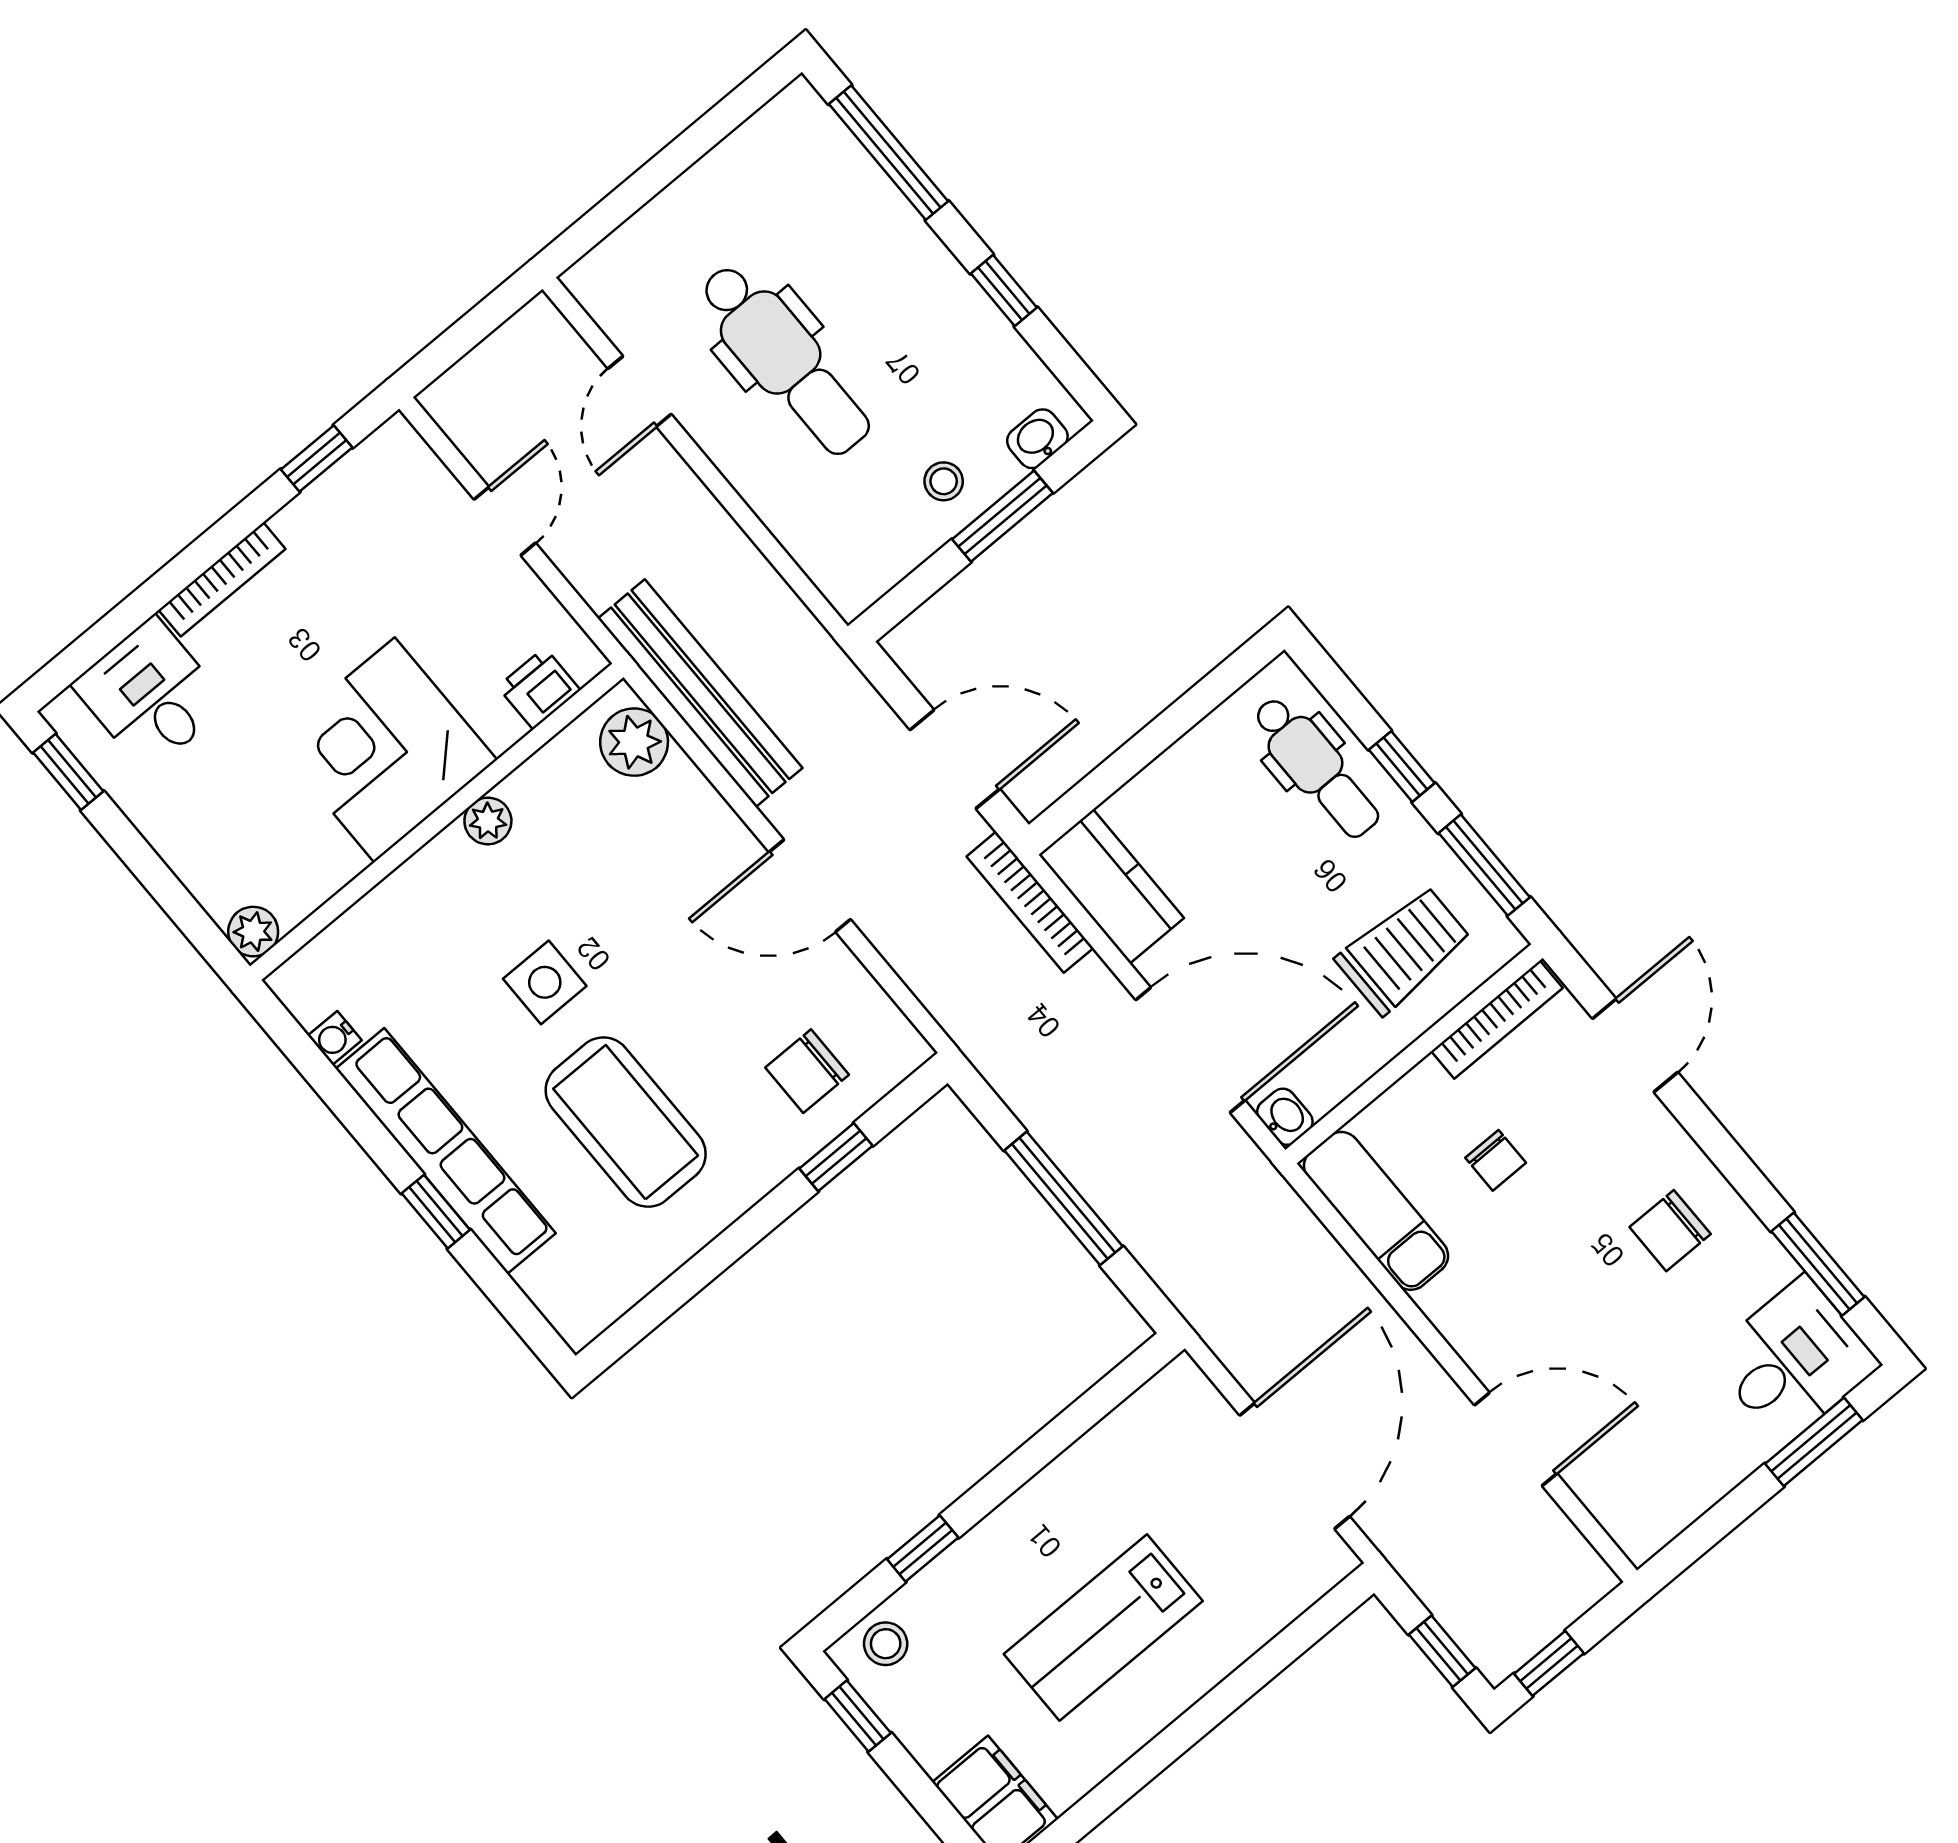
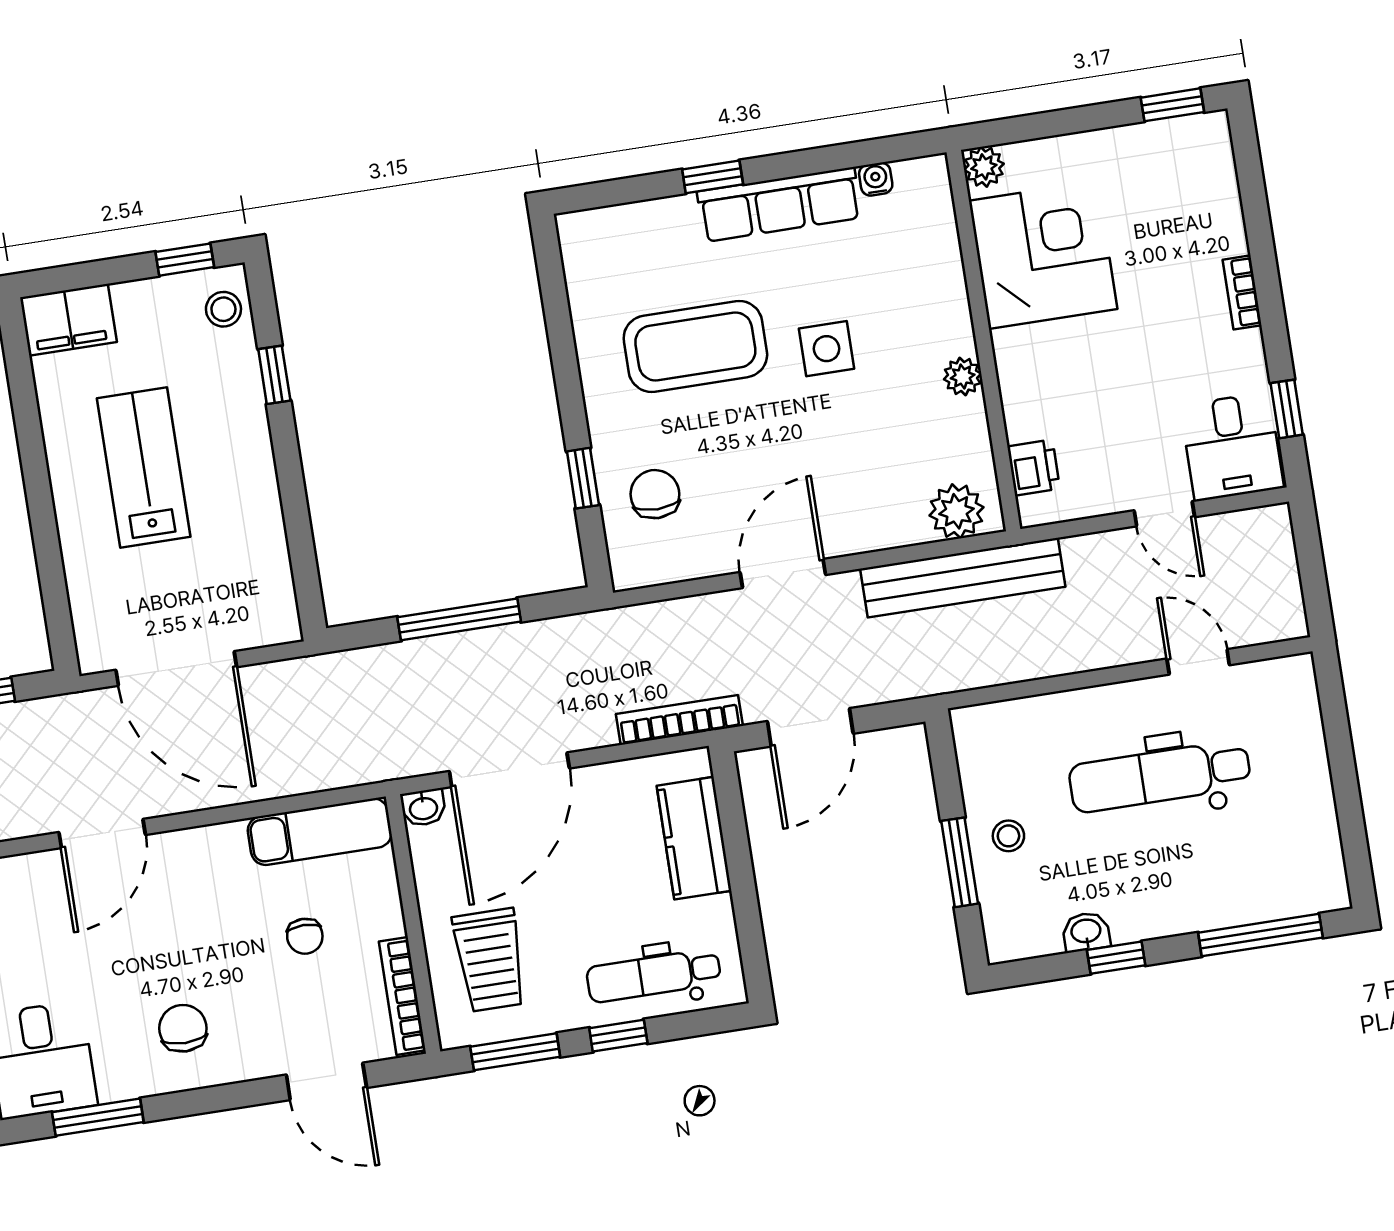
washbasin: (1037, 439) -> (1086, 932), moved, turned -90
bookcase: (222, 579) -> (1242, 292), width x0.64
desk: (151, 695) -> (1232, 447), moved, turned 90
corner desk: (384, 750) -> (1043, 255), moved
kitchen counter: (1111, 886) -> (694, 838), moved, turned 90
row of seats: (446, 1151) -> (779, 205), width x0.73
chair: (1496, 1160) -> (305, 936), turned -90

